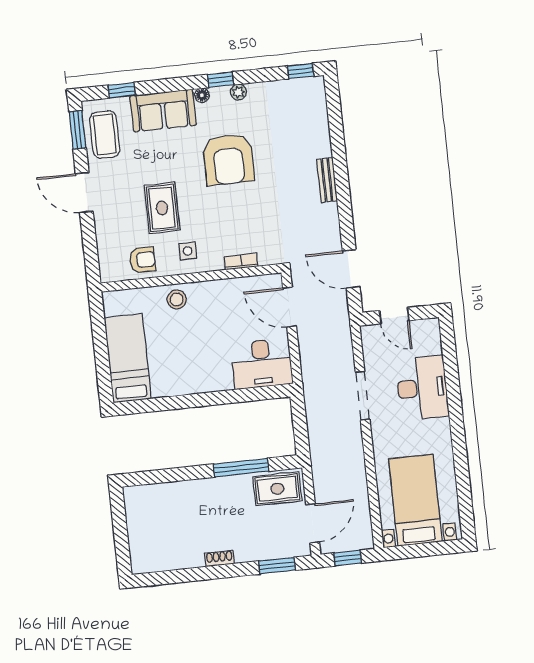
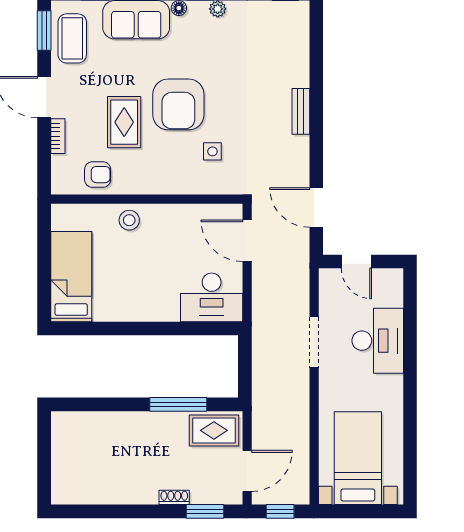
armchair: (228, 159) -> (178, 104), moved
side table: (188, 251) -> (212, 151), moved
bookcase: (241, 262) -> (58, 136), moved, turned 90
shoe rack: (219, 558) -> (174, 497), moved

